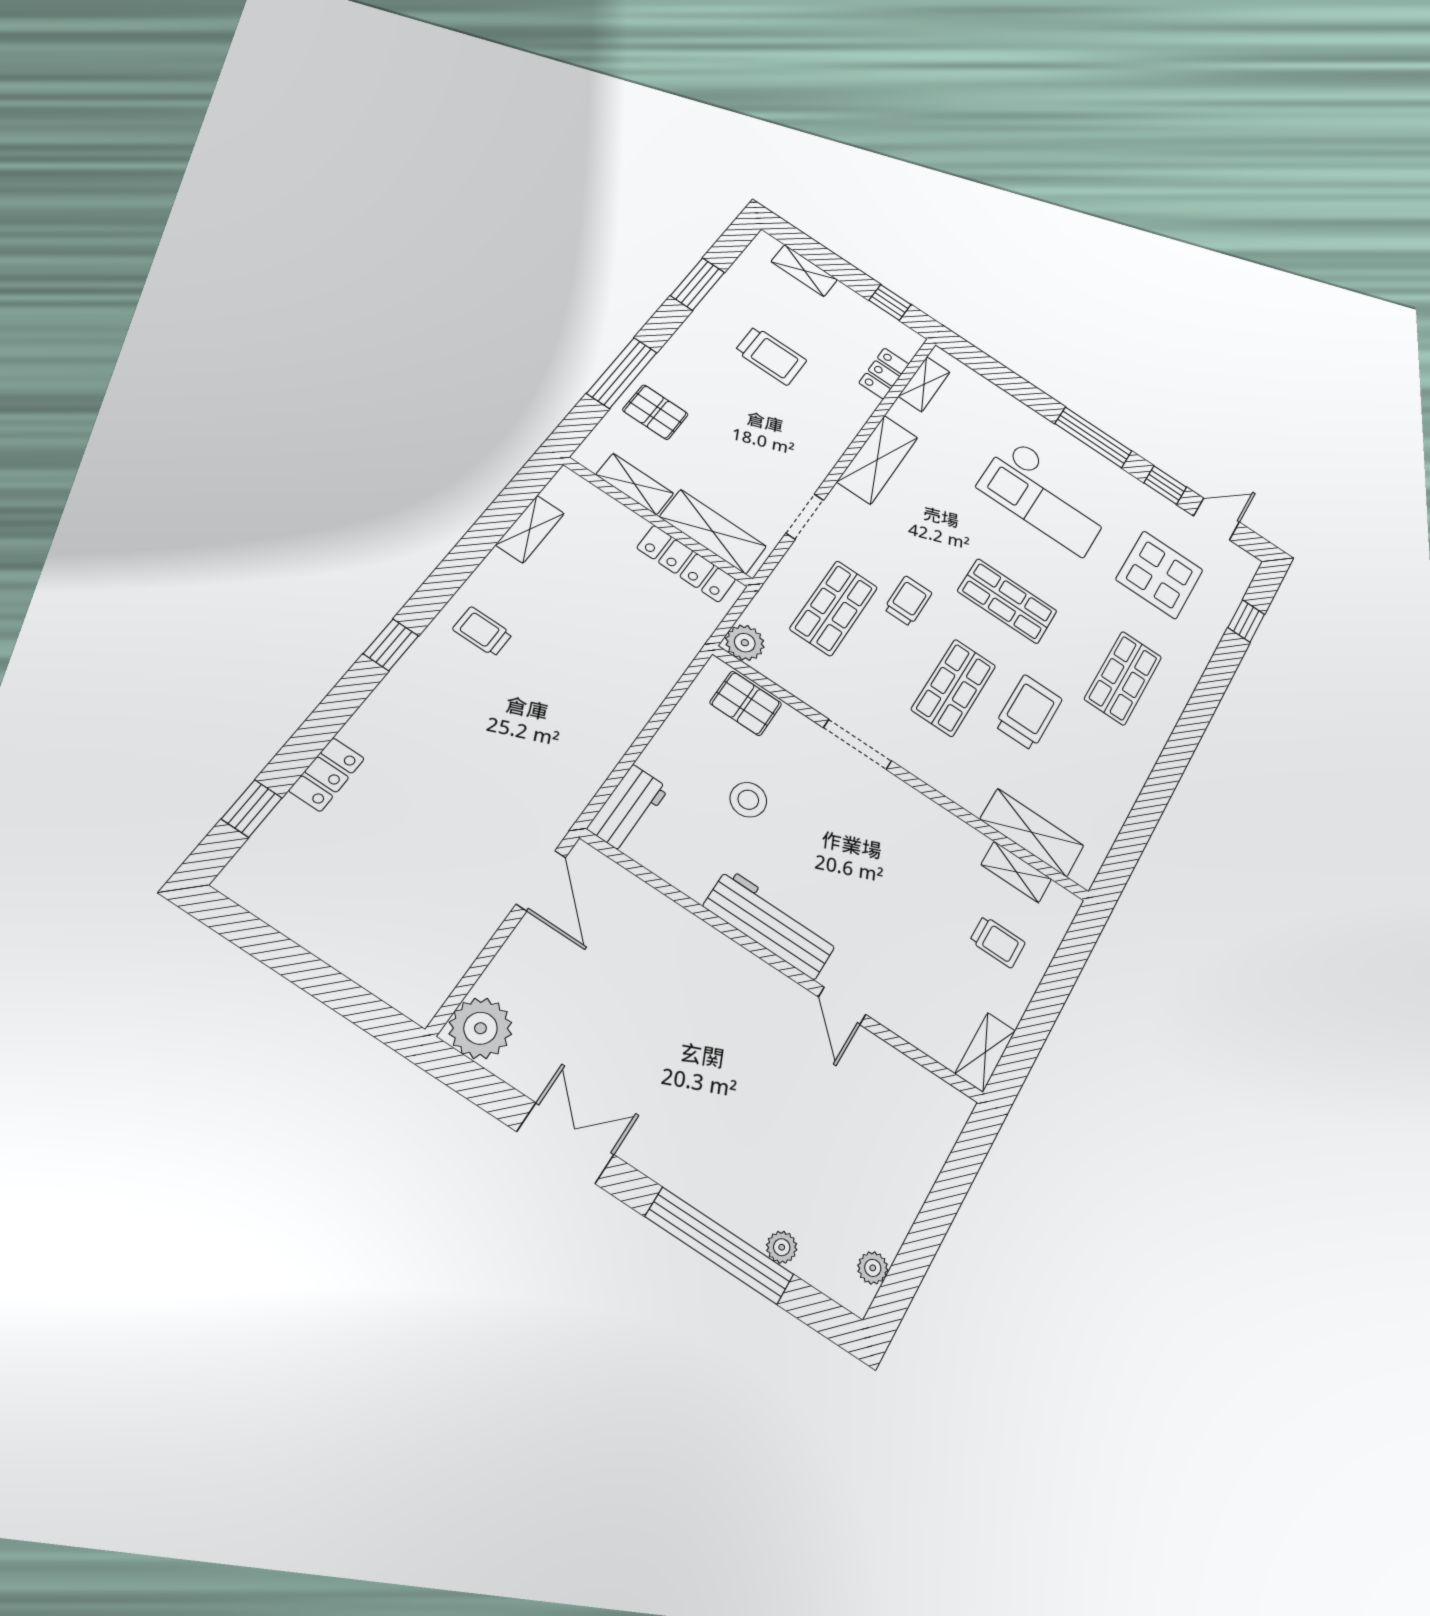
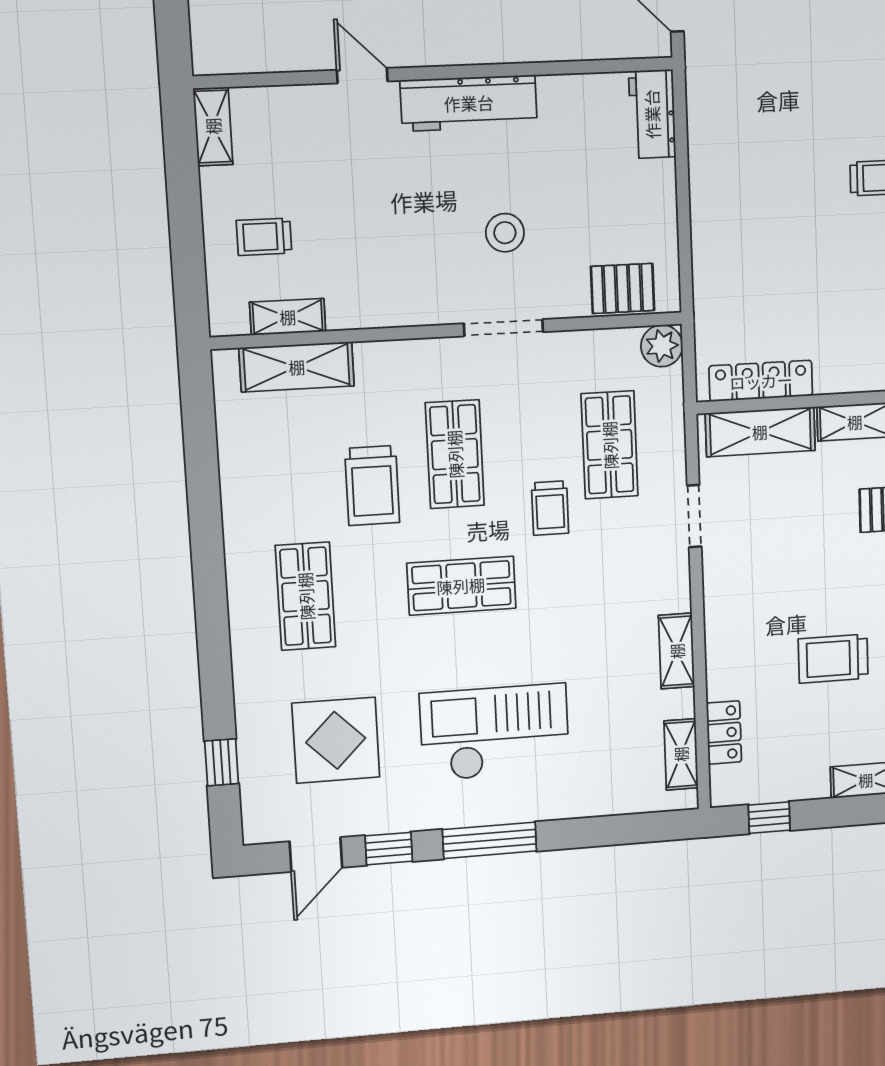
shelving: (877, 460) -> (677, 651), width x0.67, depth x0.75
stool: (748, 800) -> (505, 233), moved

